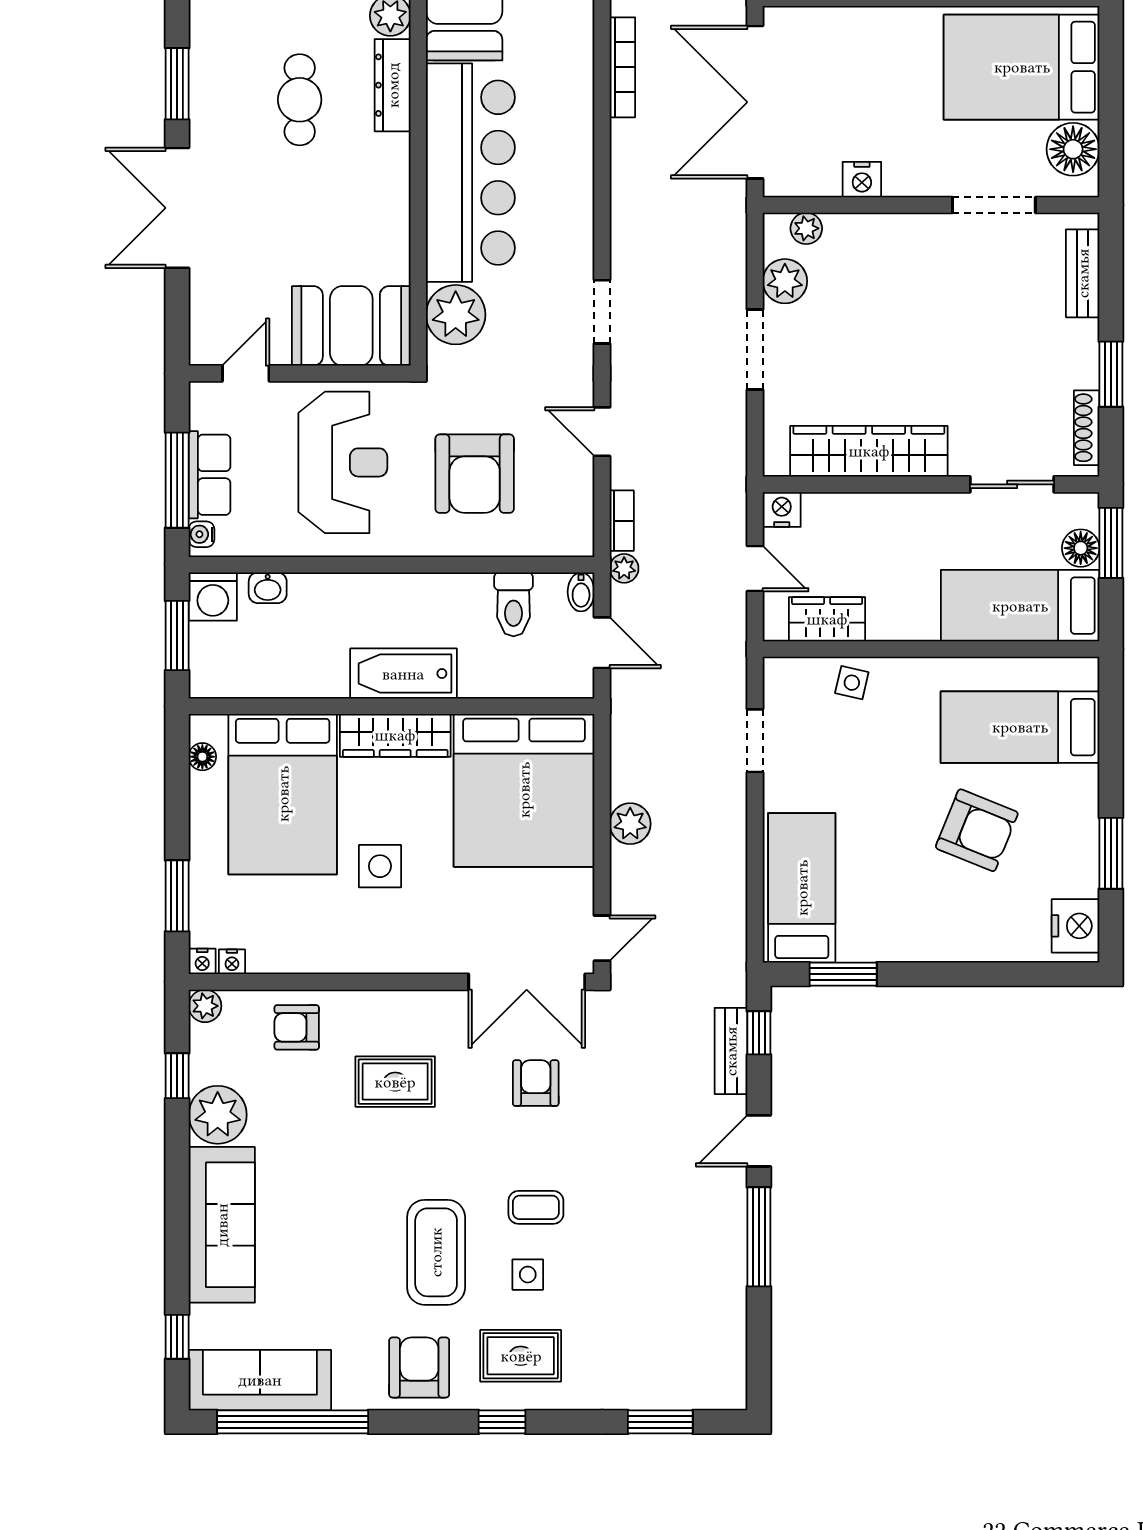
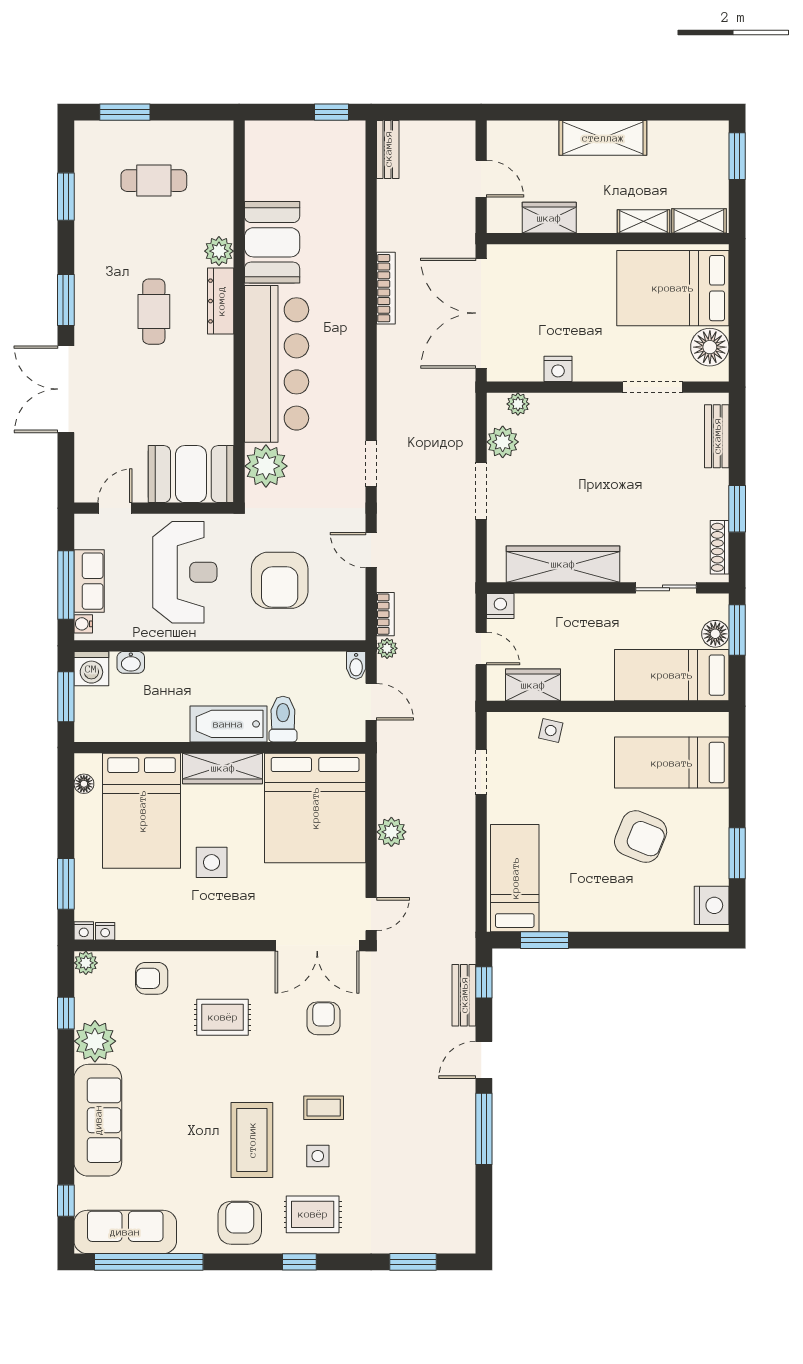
toilet: (514, 604) -> (283, 719), moved, turned 180

